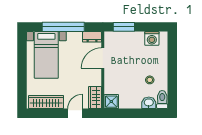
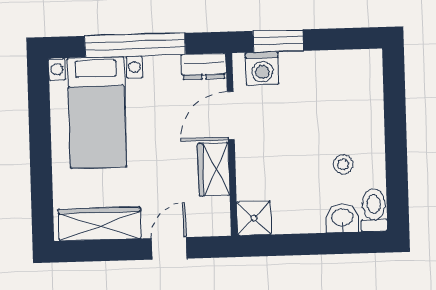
washing machine: (152, 38) -> (262, 68), moved
wardrobe: (95, 98) -> (214, 169), moved

